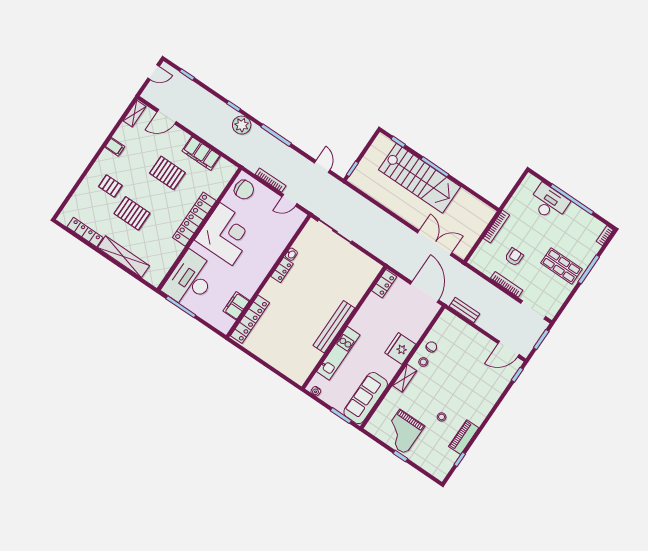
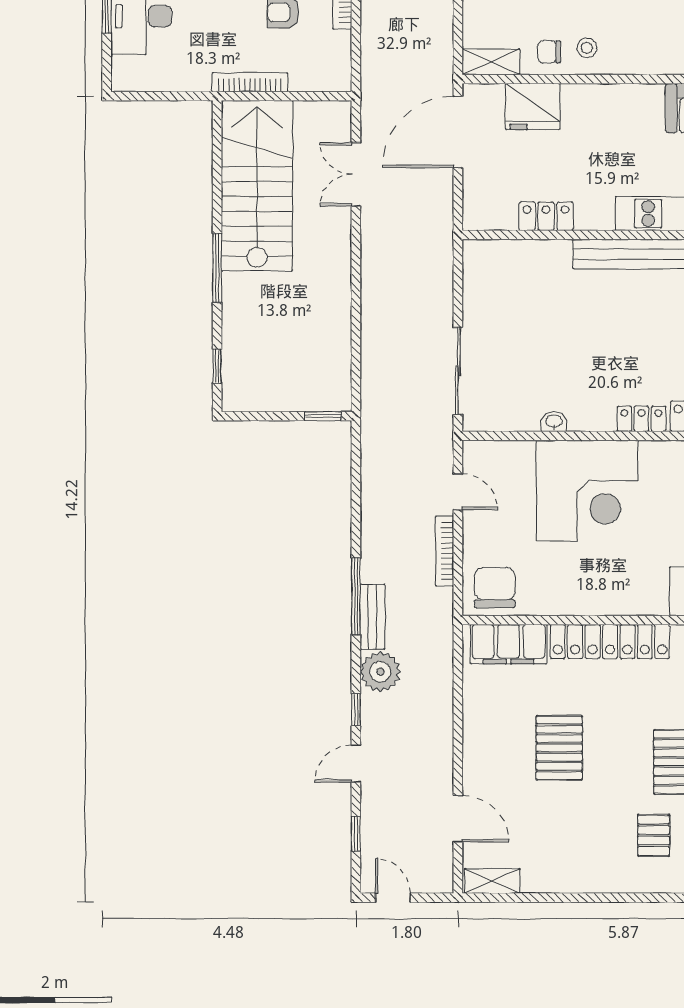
filing cabinet: (115, 147) -> (577, 876), removed
filing cabinet: (201, 153) -> (509, 644), moved, turned 90
door: (322, 166) -> (356, 764), moved
stairs: (420, 178) -> (257, 186), moved
corner desk: (226, 234) -> (587, 491), moved, turned 180
double door: (435, 243) -> (356, 174), width x0.73
locker: (282, 270) -> (641, 419), moved
locker: (384, 284) -> (546, 216), moved
bench: (465, 310) -> (373, 617), moved
fridge: (400, 349) -> (533, 106), moved
shelving: (405, 378) -> (491, 62), moved

